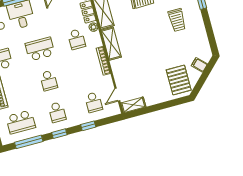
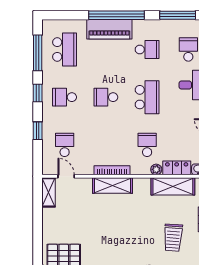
school desk: (77, 39) -> (147, 145), turned 90
shelving: (111, 44) -> (112, 186), moved
school desk: (94, 102) -> (65, 145), turned 90
school desk: (21, 122) -> (65, 50), turned 180

